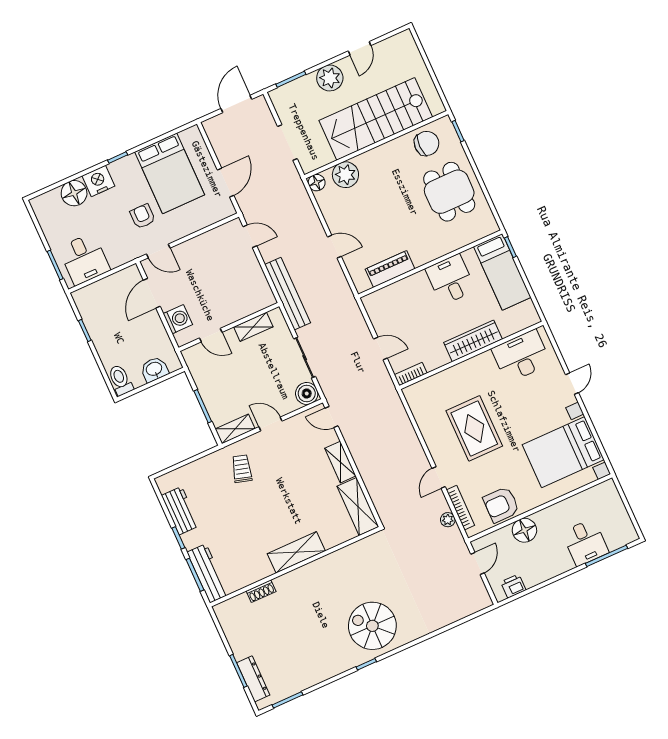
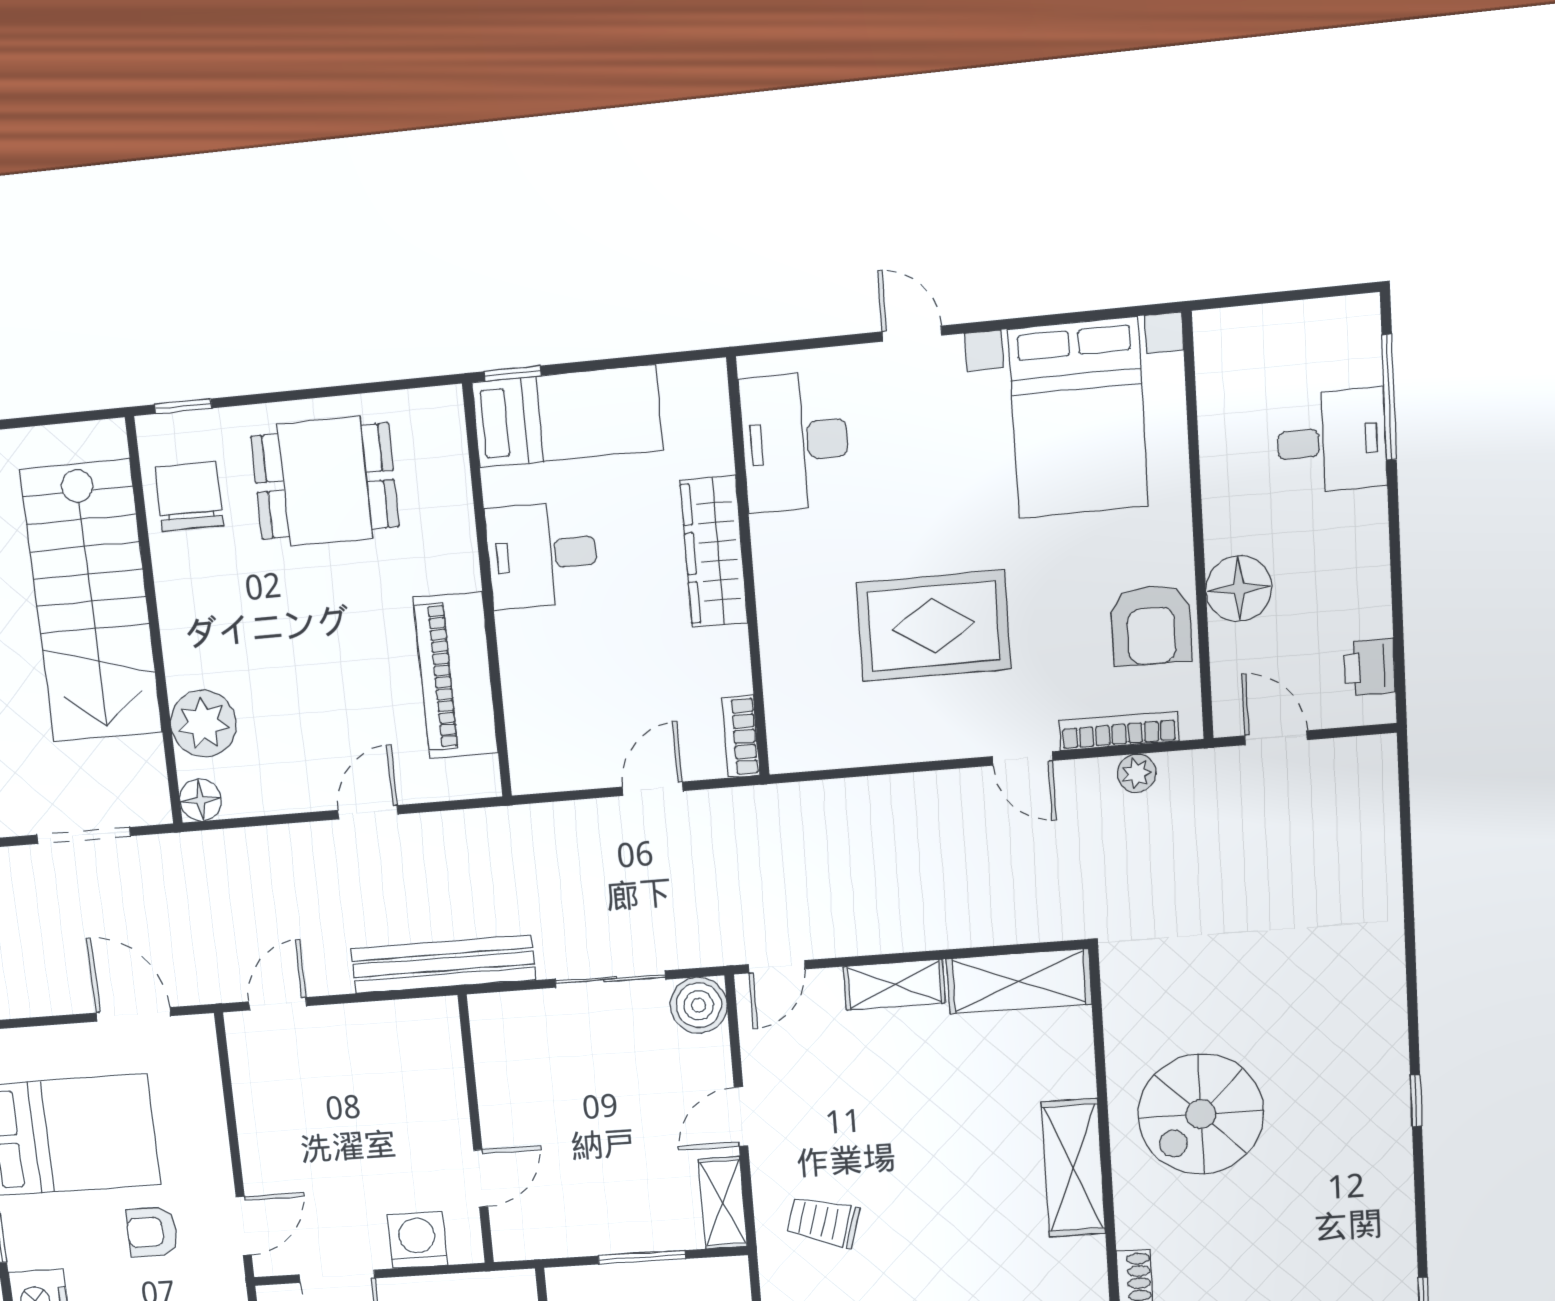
piano: (390, 269) -> (456, 675), width x1.37, depth x1.33
shelving: (253, 327) -> (495, 1073), removed
spiral stairs: (372, 626) -> (1201, 1114), moved

